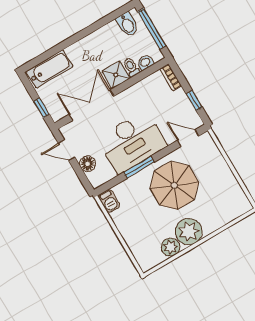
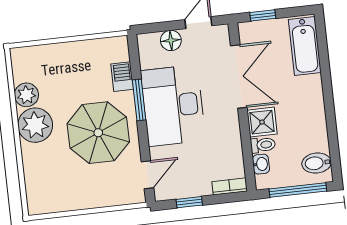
barbecue: (109, 201) -> (122, 77), moved, turned 90

